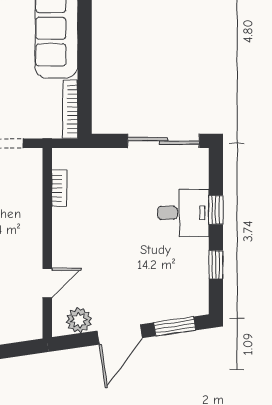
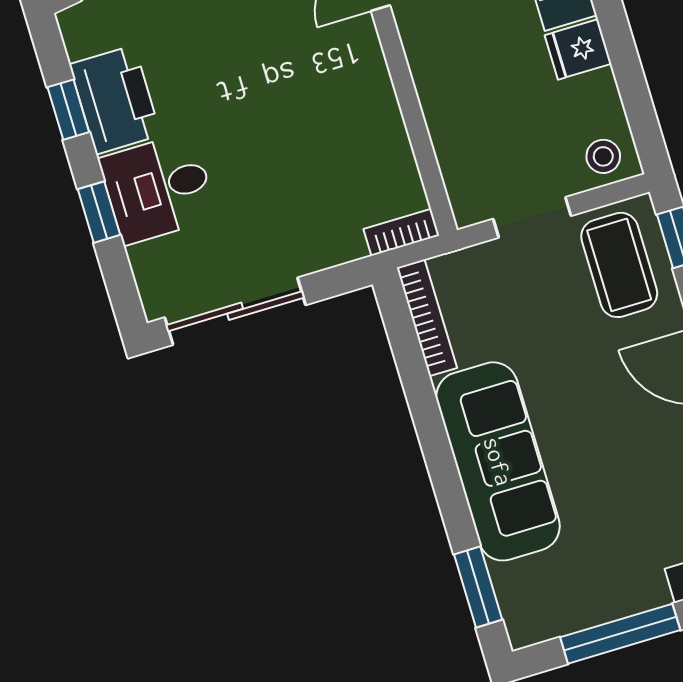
bookcase: (59, 188) -> (401, 232), moved, turned 90
printer: (191, 263) -> (115, 100), added

